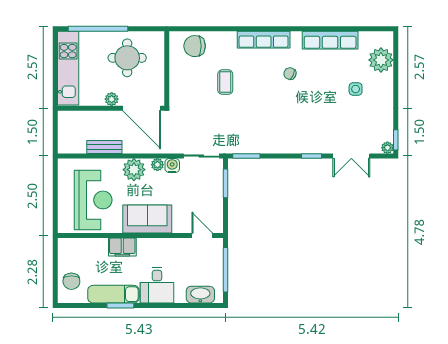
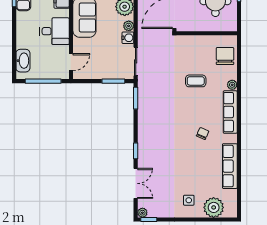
plant: (230, 37) -> (232, 85), added
side table: (356, 89) -> (189, 200), moved
double door: (351, 156) -> (136, 183), swing flipped
desk: (157, 285) -> (54, 31), moved, turned 180

